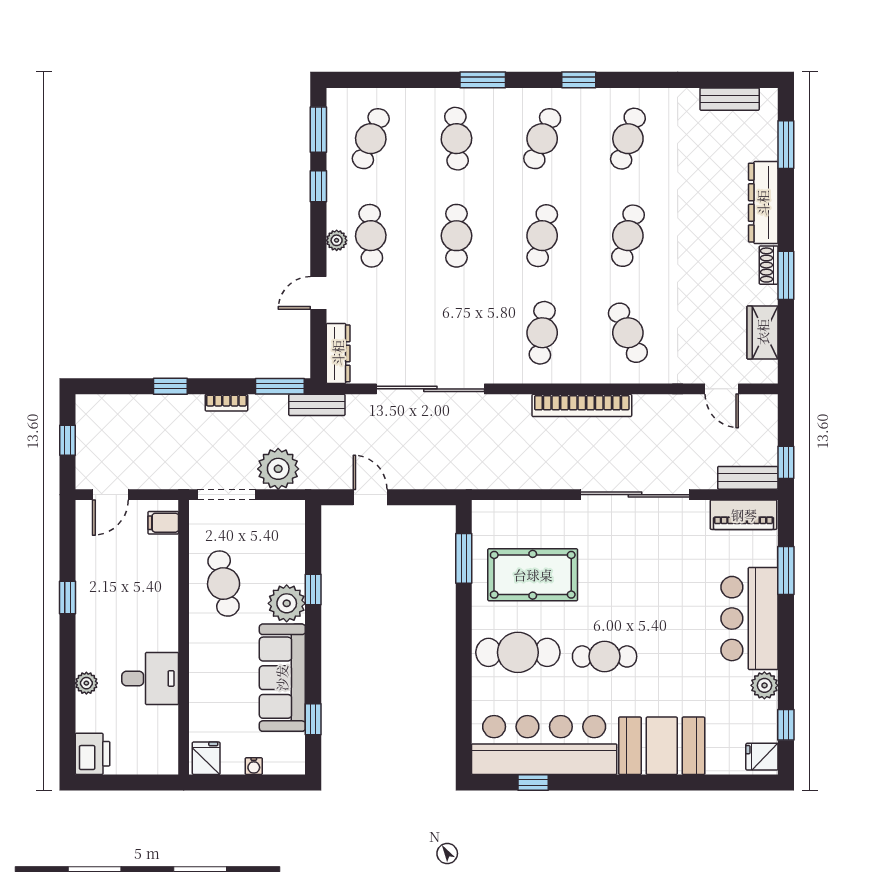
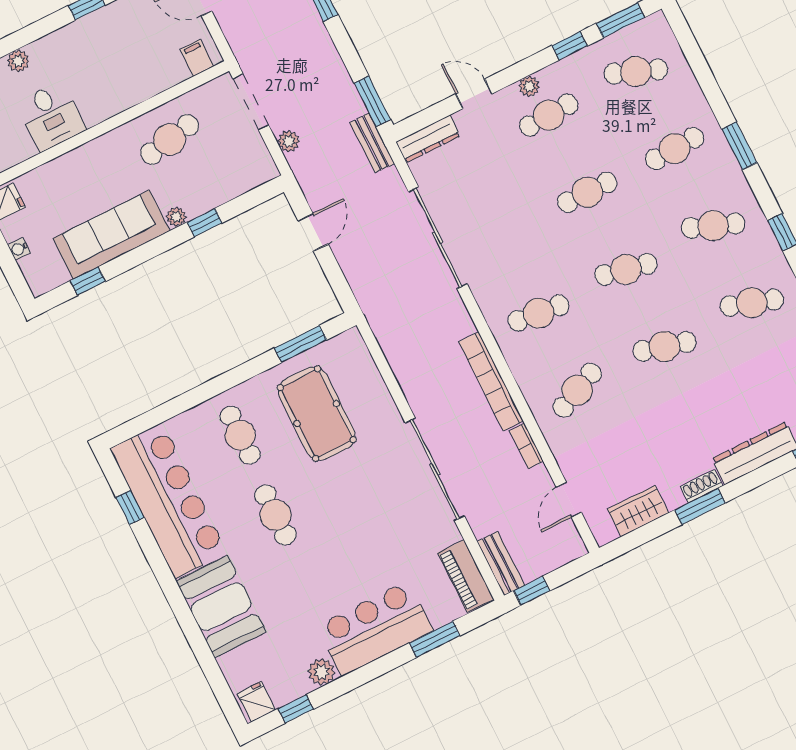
bookcase: (226, 403) -> (526, 446), moved
plant: (278, 469) -> (289, 141), width x0.53, depth x0.53
plant: (287, 603) -> (176, 217), width x0.53, depth x0.53
cafe table: (518, 652) -> (240, 435), width x0.73, depth x0.74

